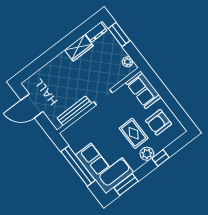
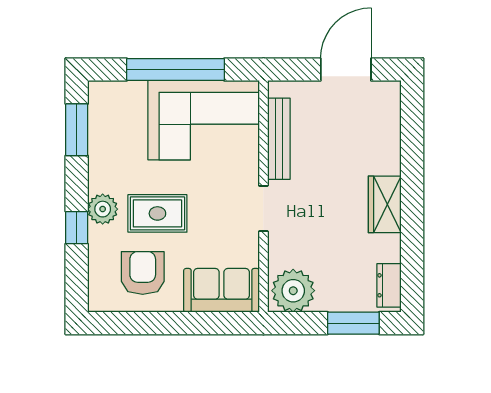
wardrobe: (79, 48) -> (385, 204), moved
plant: (128, 62) -> (293, 291), width x1.87, depth x1.87
corner sofa: (105, 164) -> (204, 120), moved

